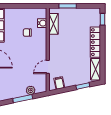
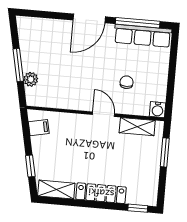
water cooler: (42, 23) -> (158, 110), moved
door: (48, 67) -> (103, 114), moved

